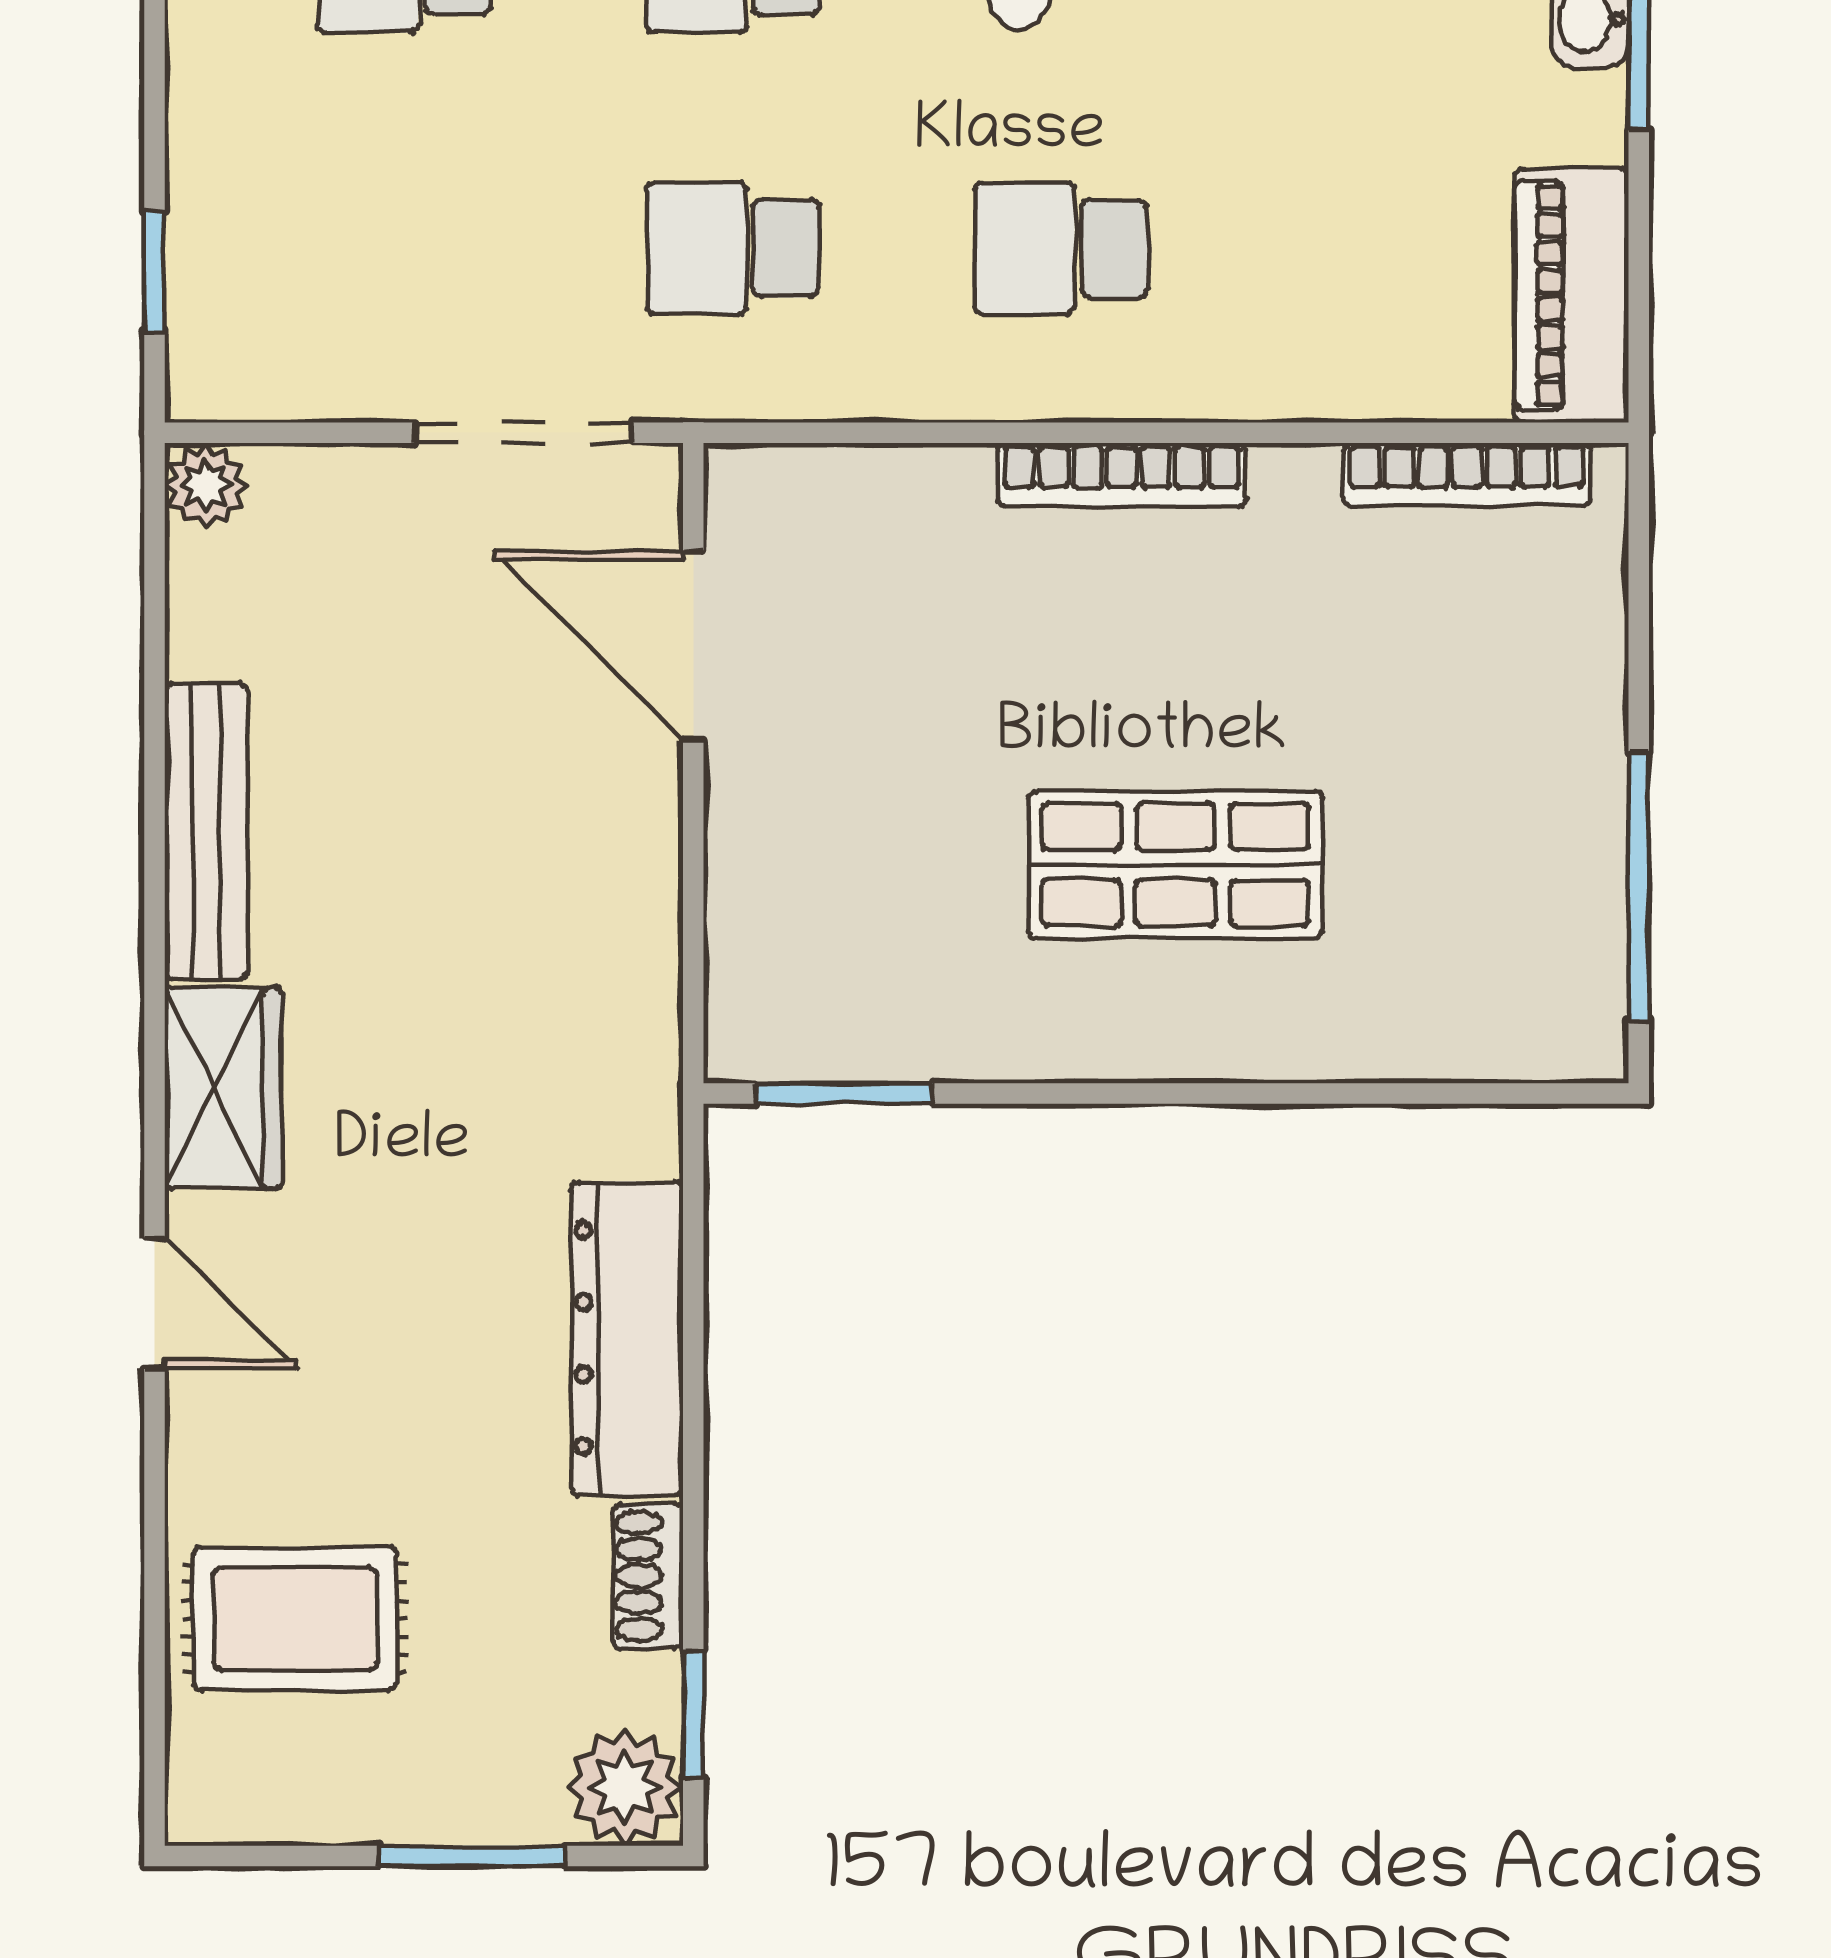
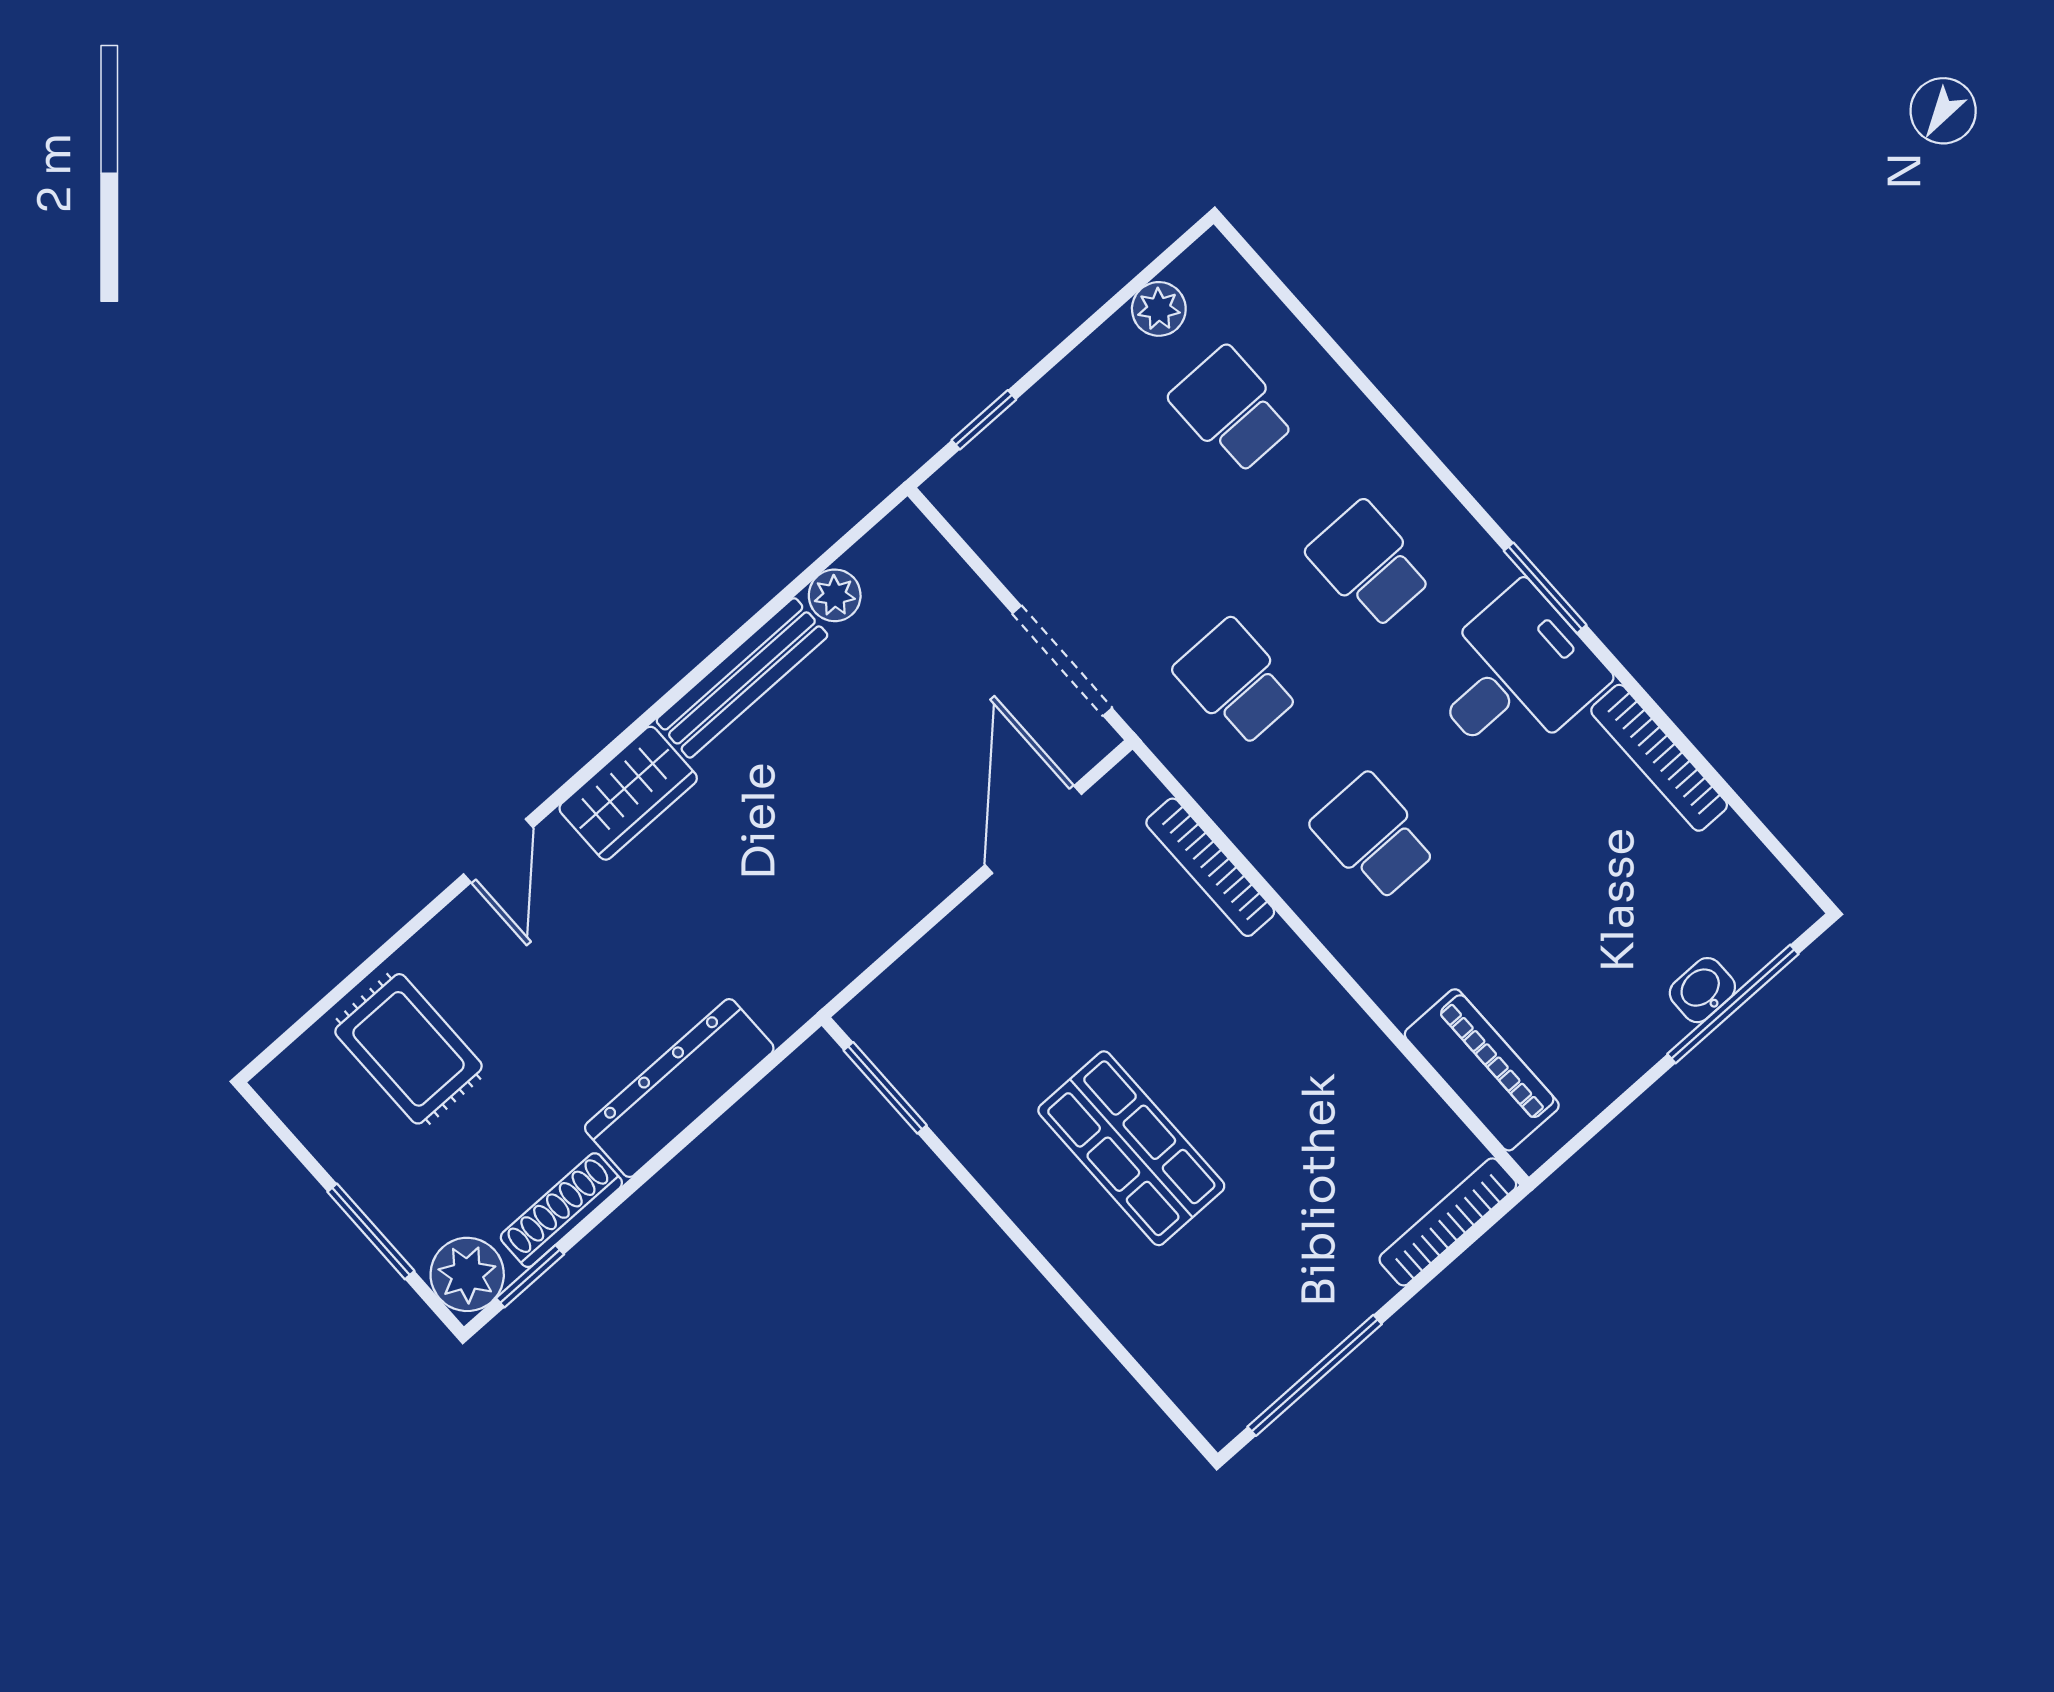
piano: (1572, 295) -> (1482, 1070), moved, turned 90
bookcase: (1122, 475) -> (1210, 867), moved
bookcase: (1467, 475) -> (1448, 1222), moved, turned 90
plant: (206, 485) -> (835, 595), moved
shoe rack: (648, 1576) -> (561, 1210), width x1.43

